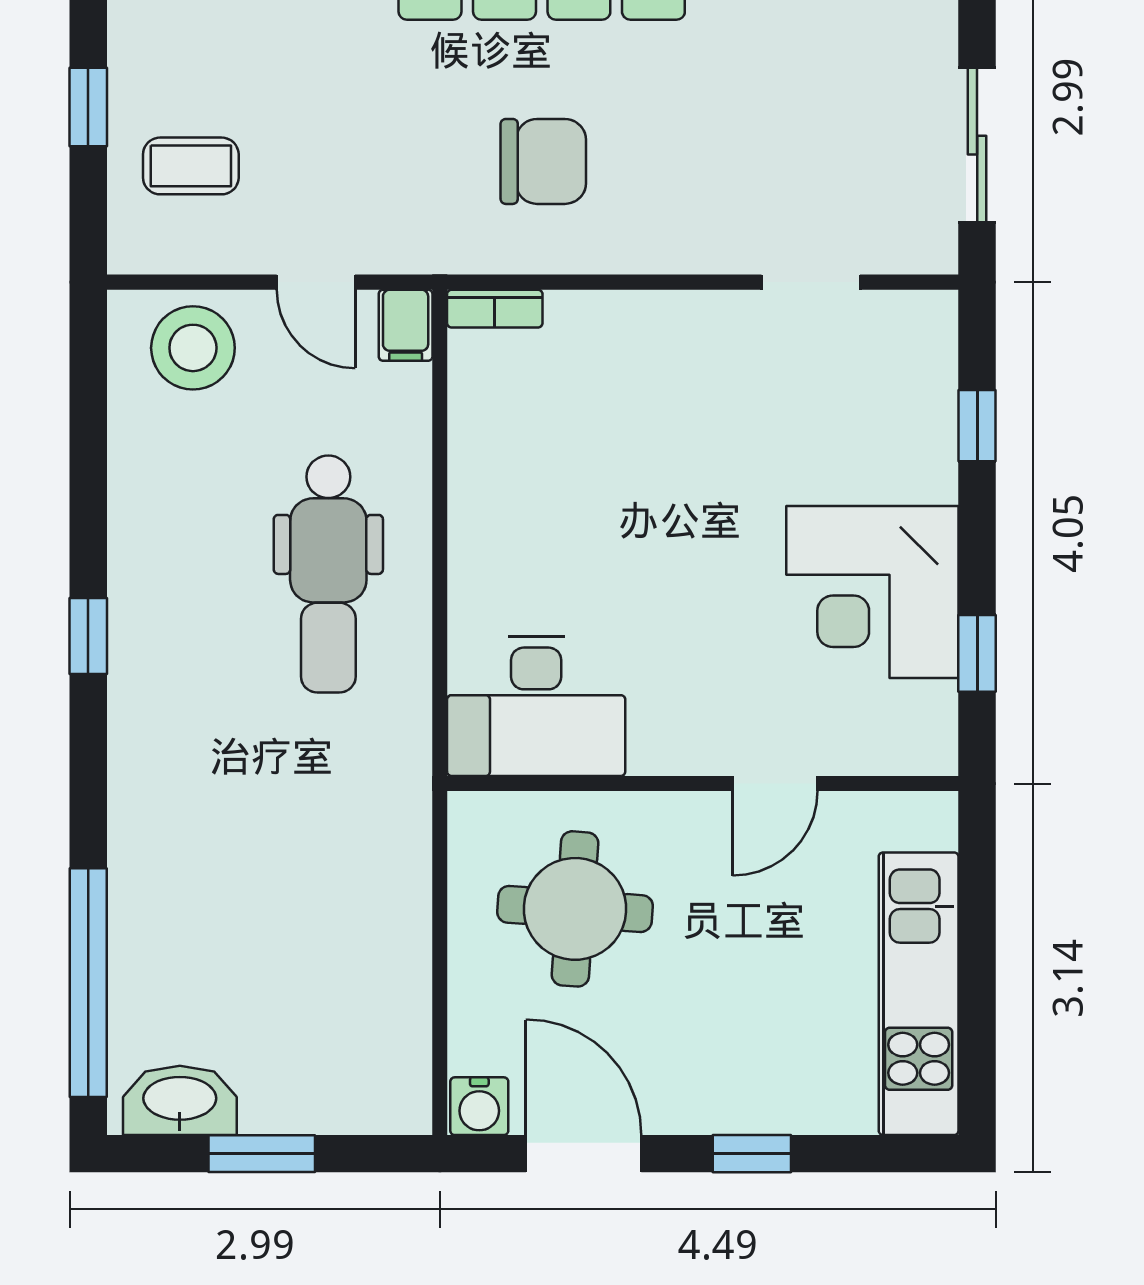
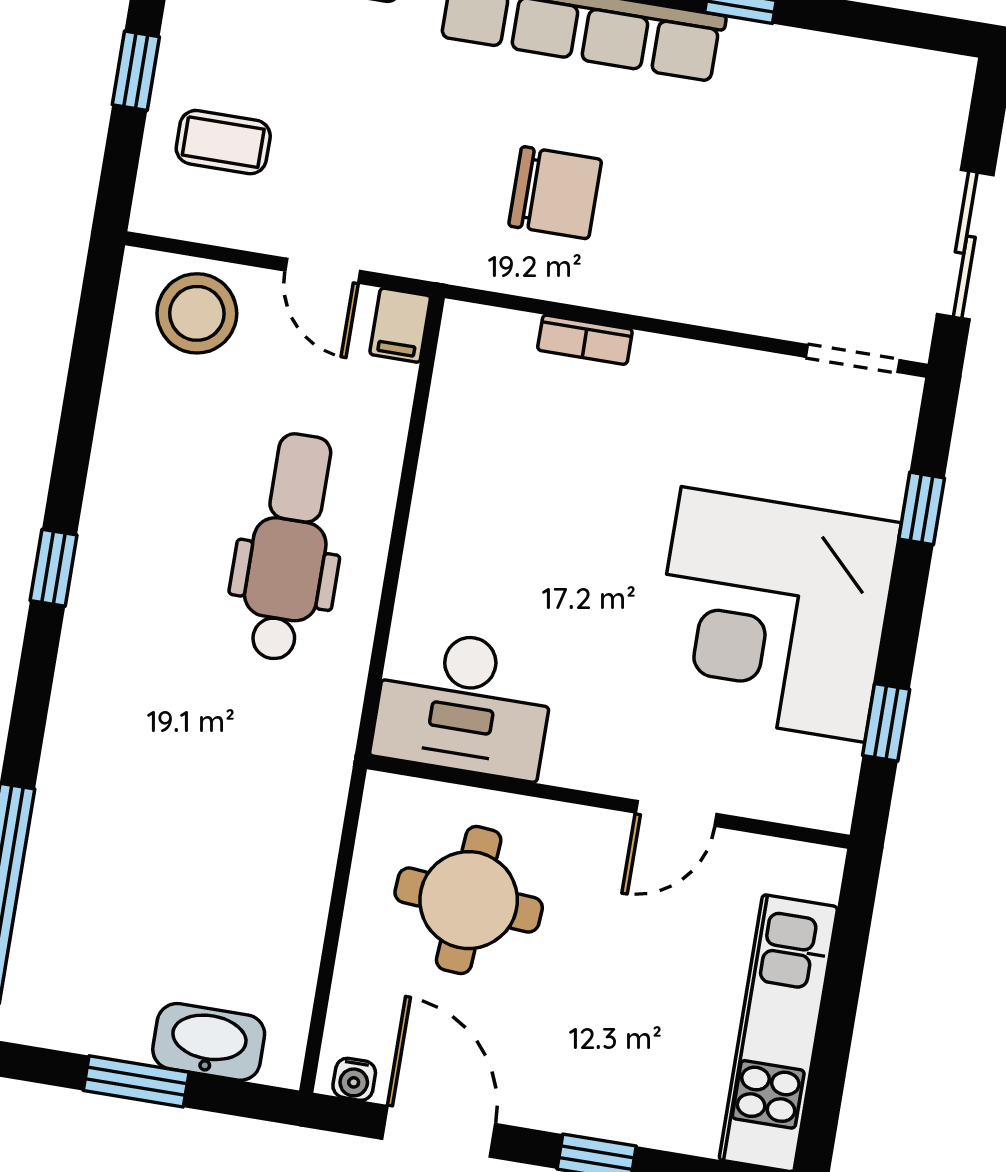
doorway: (811, 282) -> (853, 358), moved
bookcase: (495, 309) -> (585, 340), moved
dental chair: (328, 574) -> (289, 547), turned 180
corner desk: (872, 592) -> (773, 614), width x1.36, depth x1.36
washbasin: (180, 1100) -> (209, 1042), moved
water cooler: (479, 1106) -> (354, 1079), width x0.72, depth x0.72

